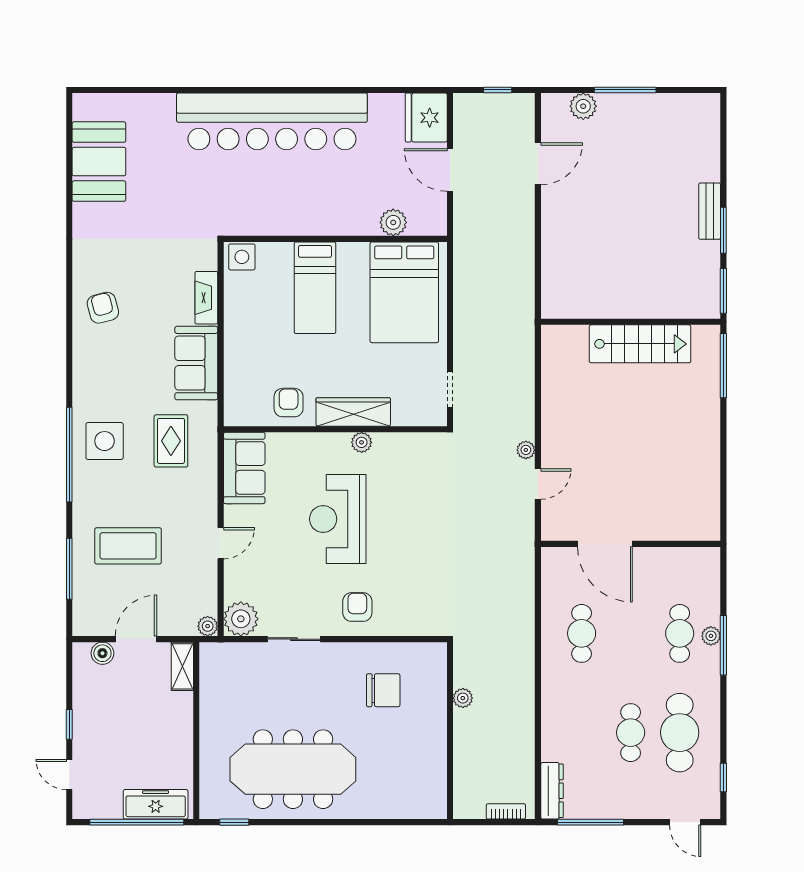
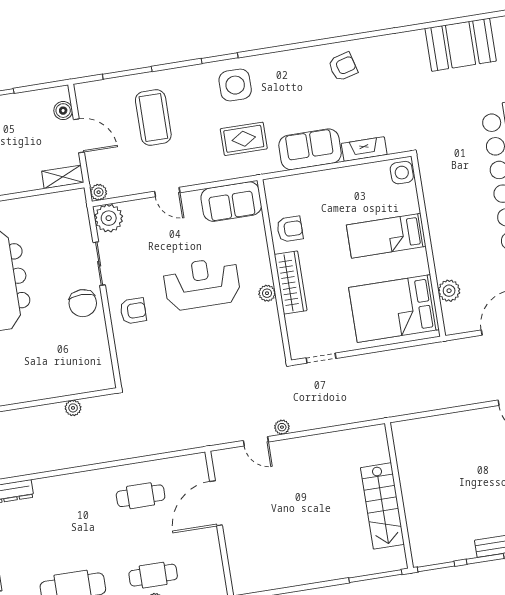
window: (69, 455) -> (220, 58), width x0.47
chair: (383, 690) -> (83, 303), moved
cafe table: (631, 733) -> (67, 548), removed

